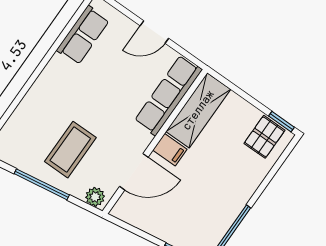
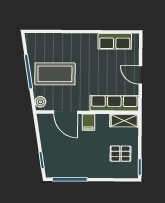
shelving: (198, 110) -> (124, 121), width x0.67, depth x0.75
pallet: (264, 137) -> (121, 154), moved
coffee table: (70, 150) -> (55, 74), width x1.36, depth x1.32

